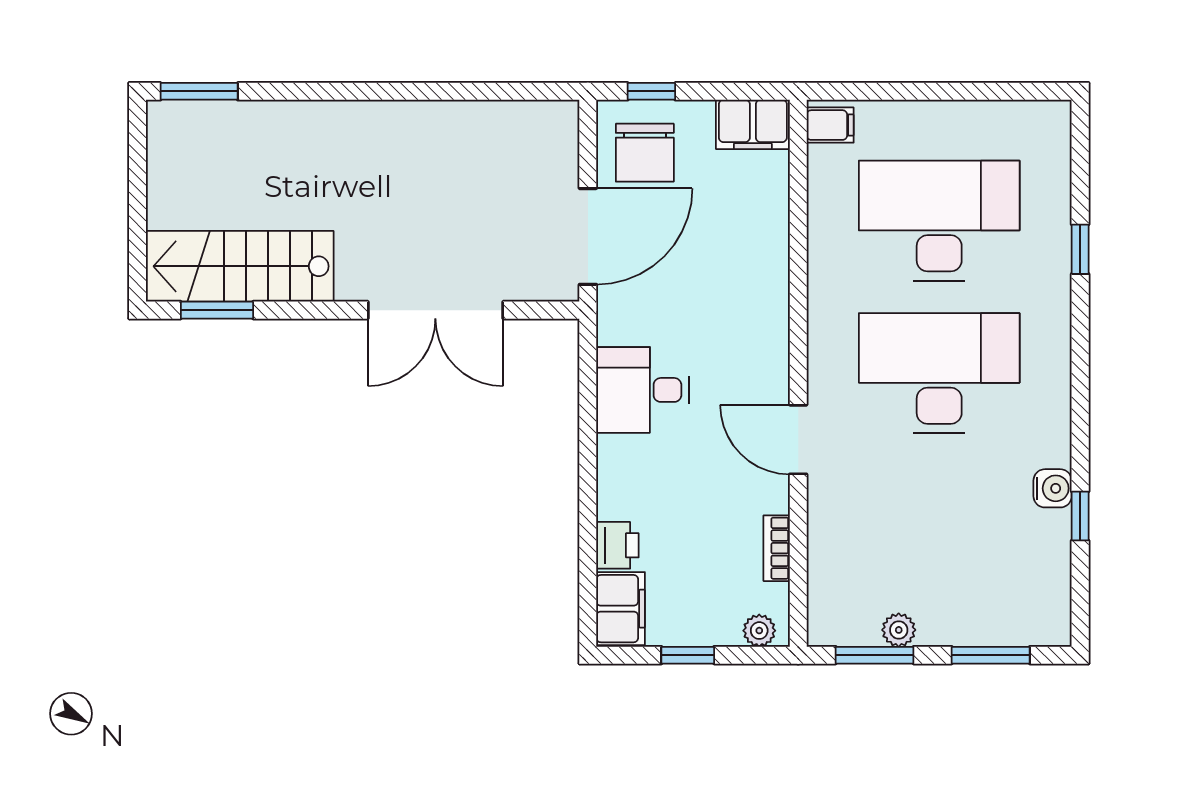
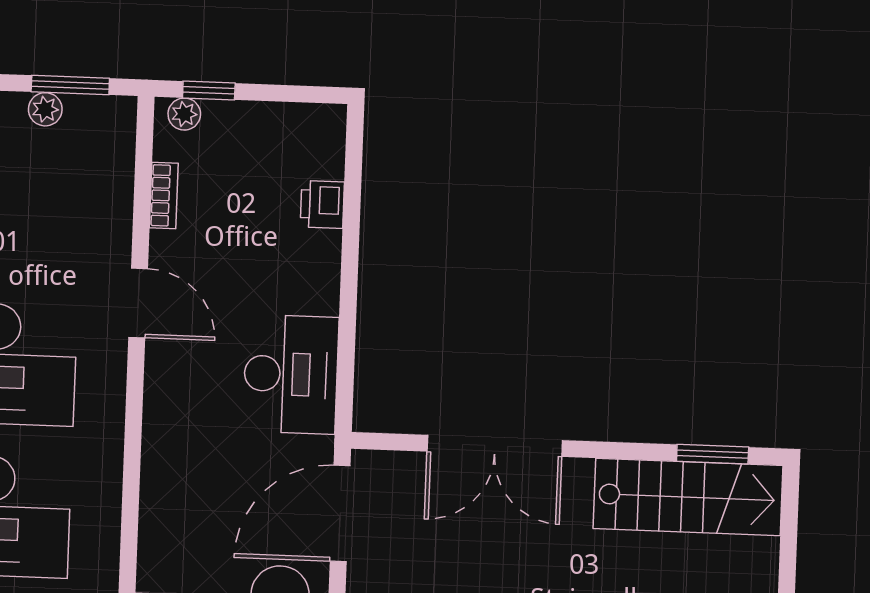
double door: (435, 310) -> (495, 446), swing flipped
desk: (642, 390) -> (291, 374), width x1.37
filing cabinet: (621, 609) -> (322, 141), removed
window: (688, 655) -> (209, 90), moved

